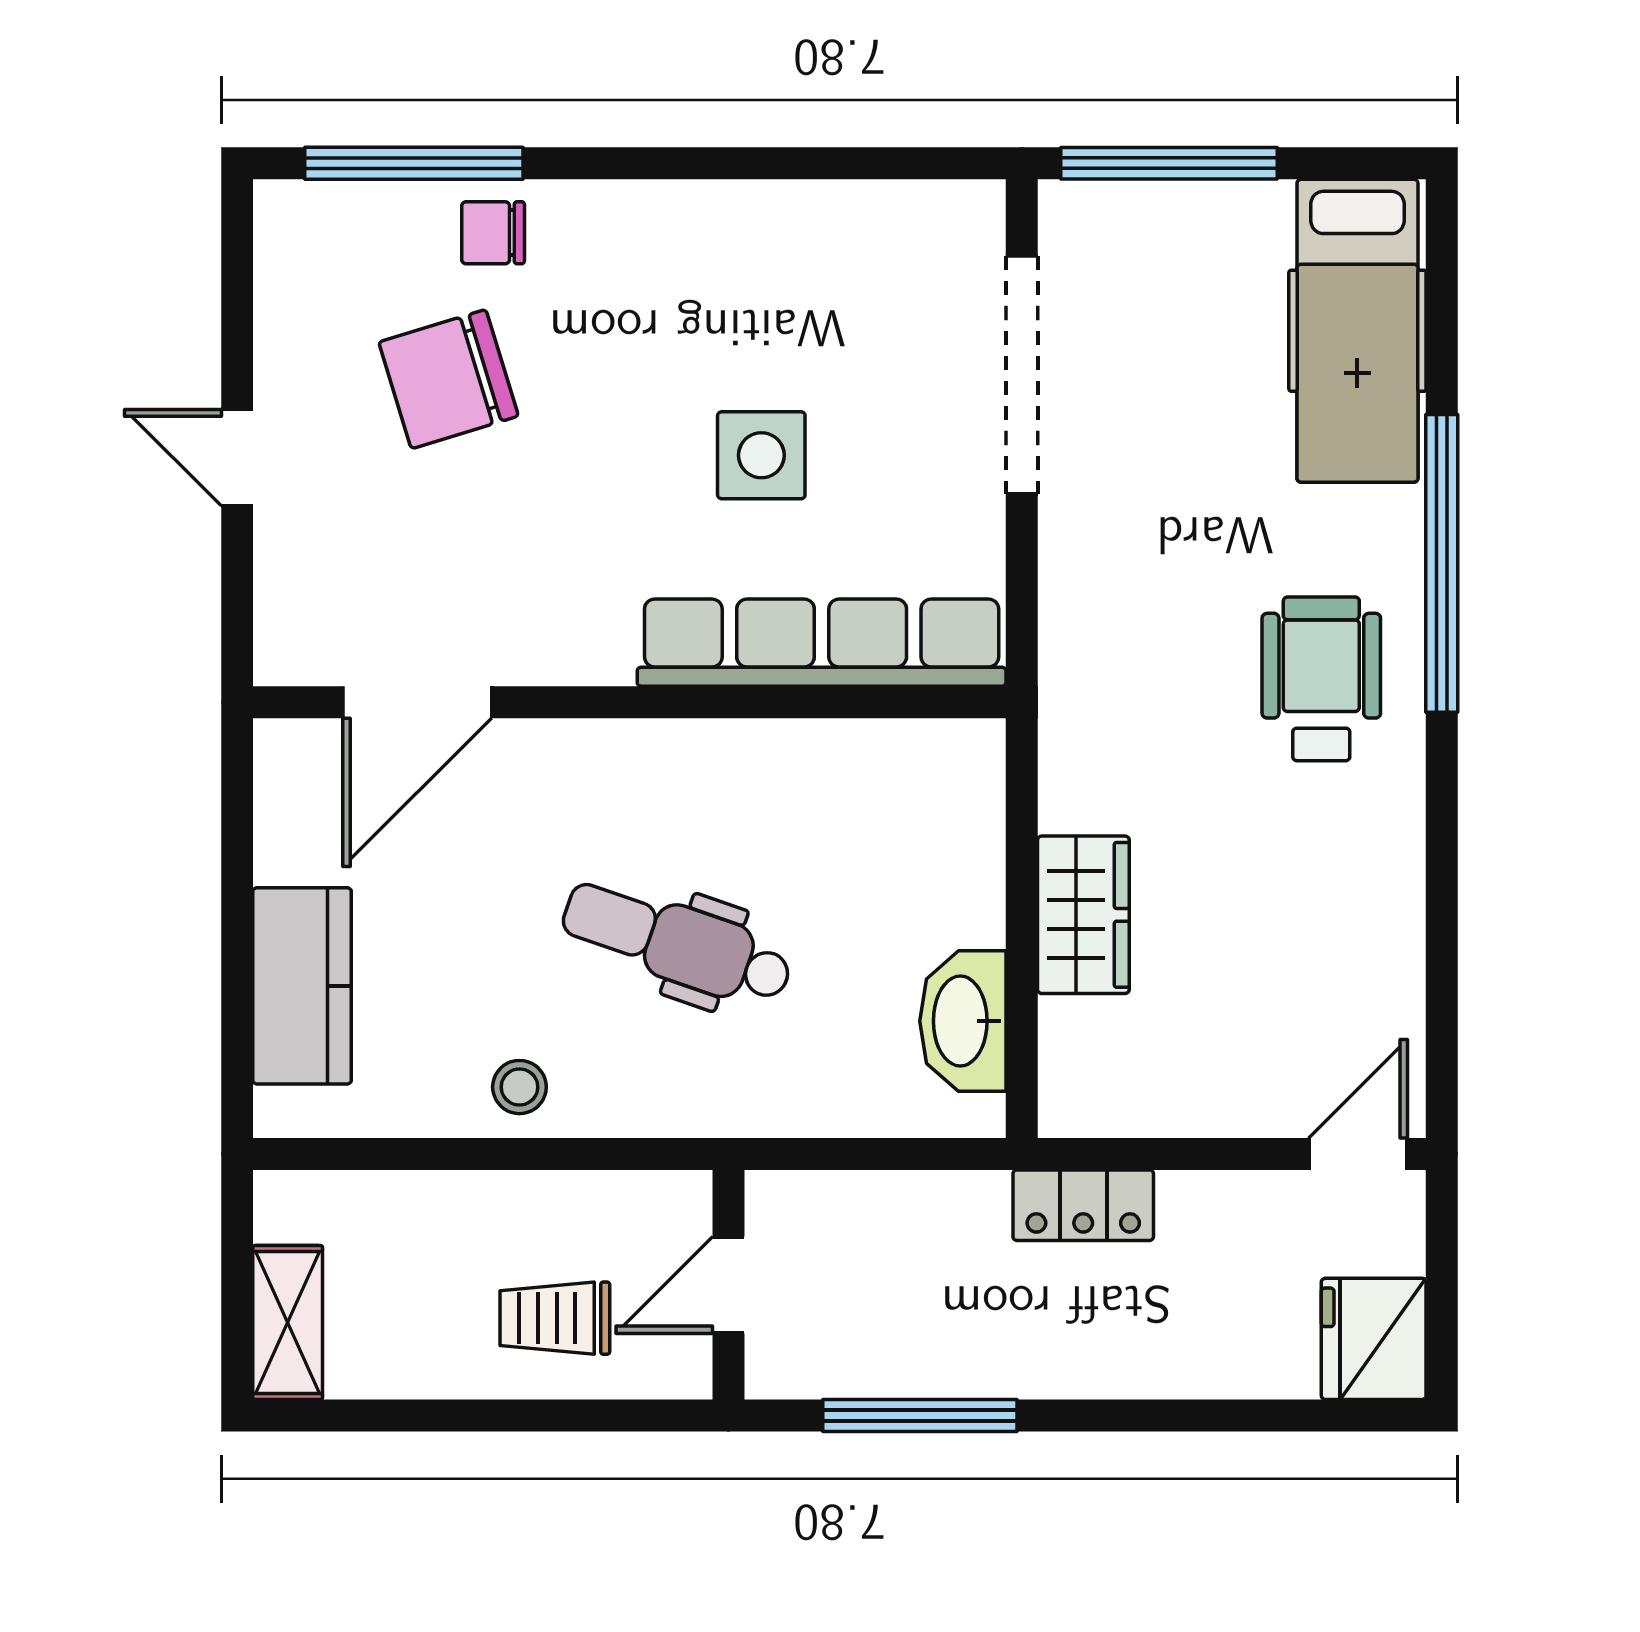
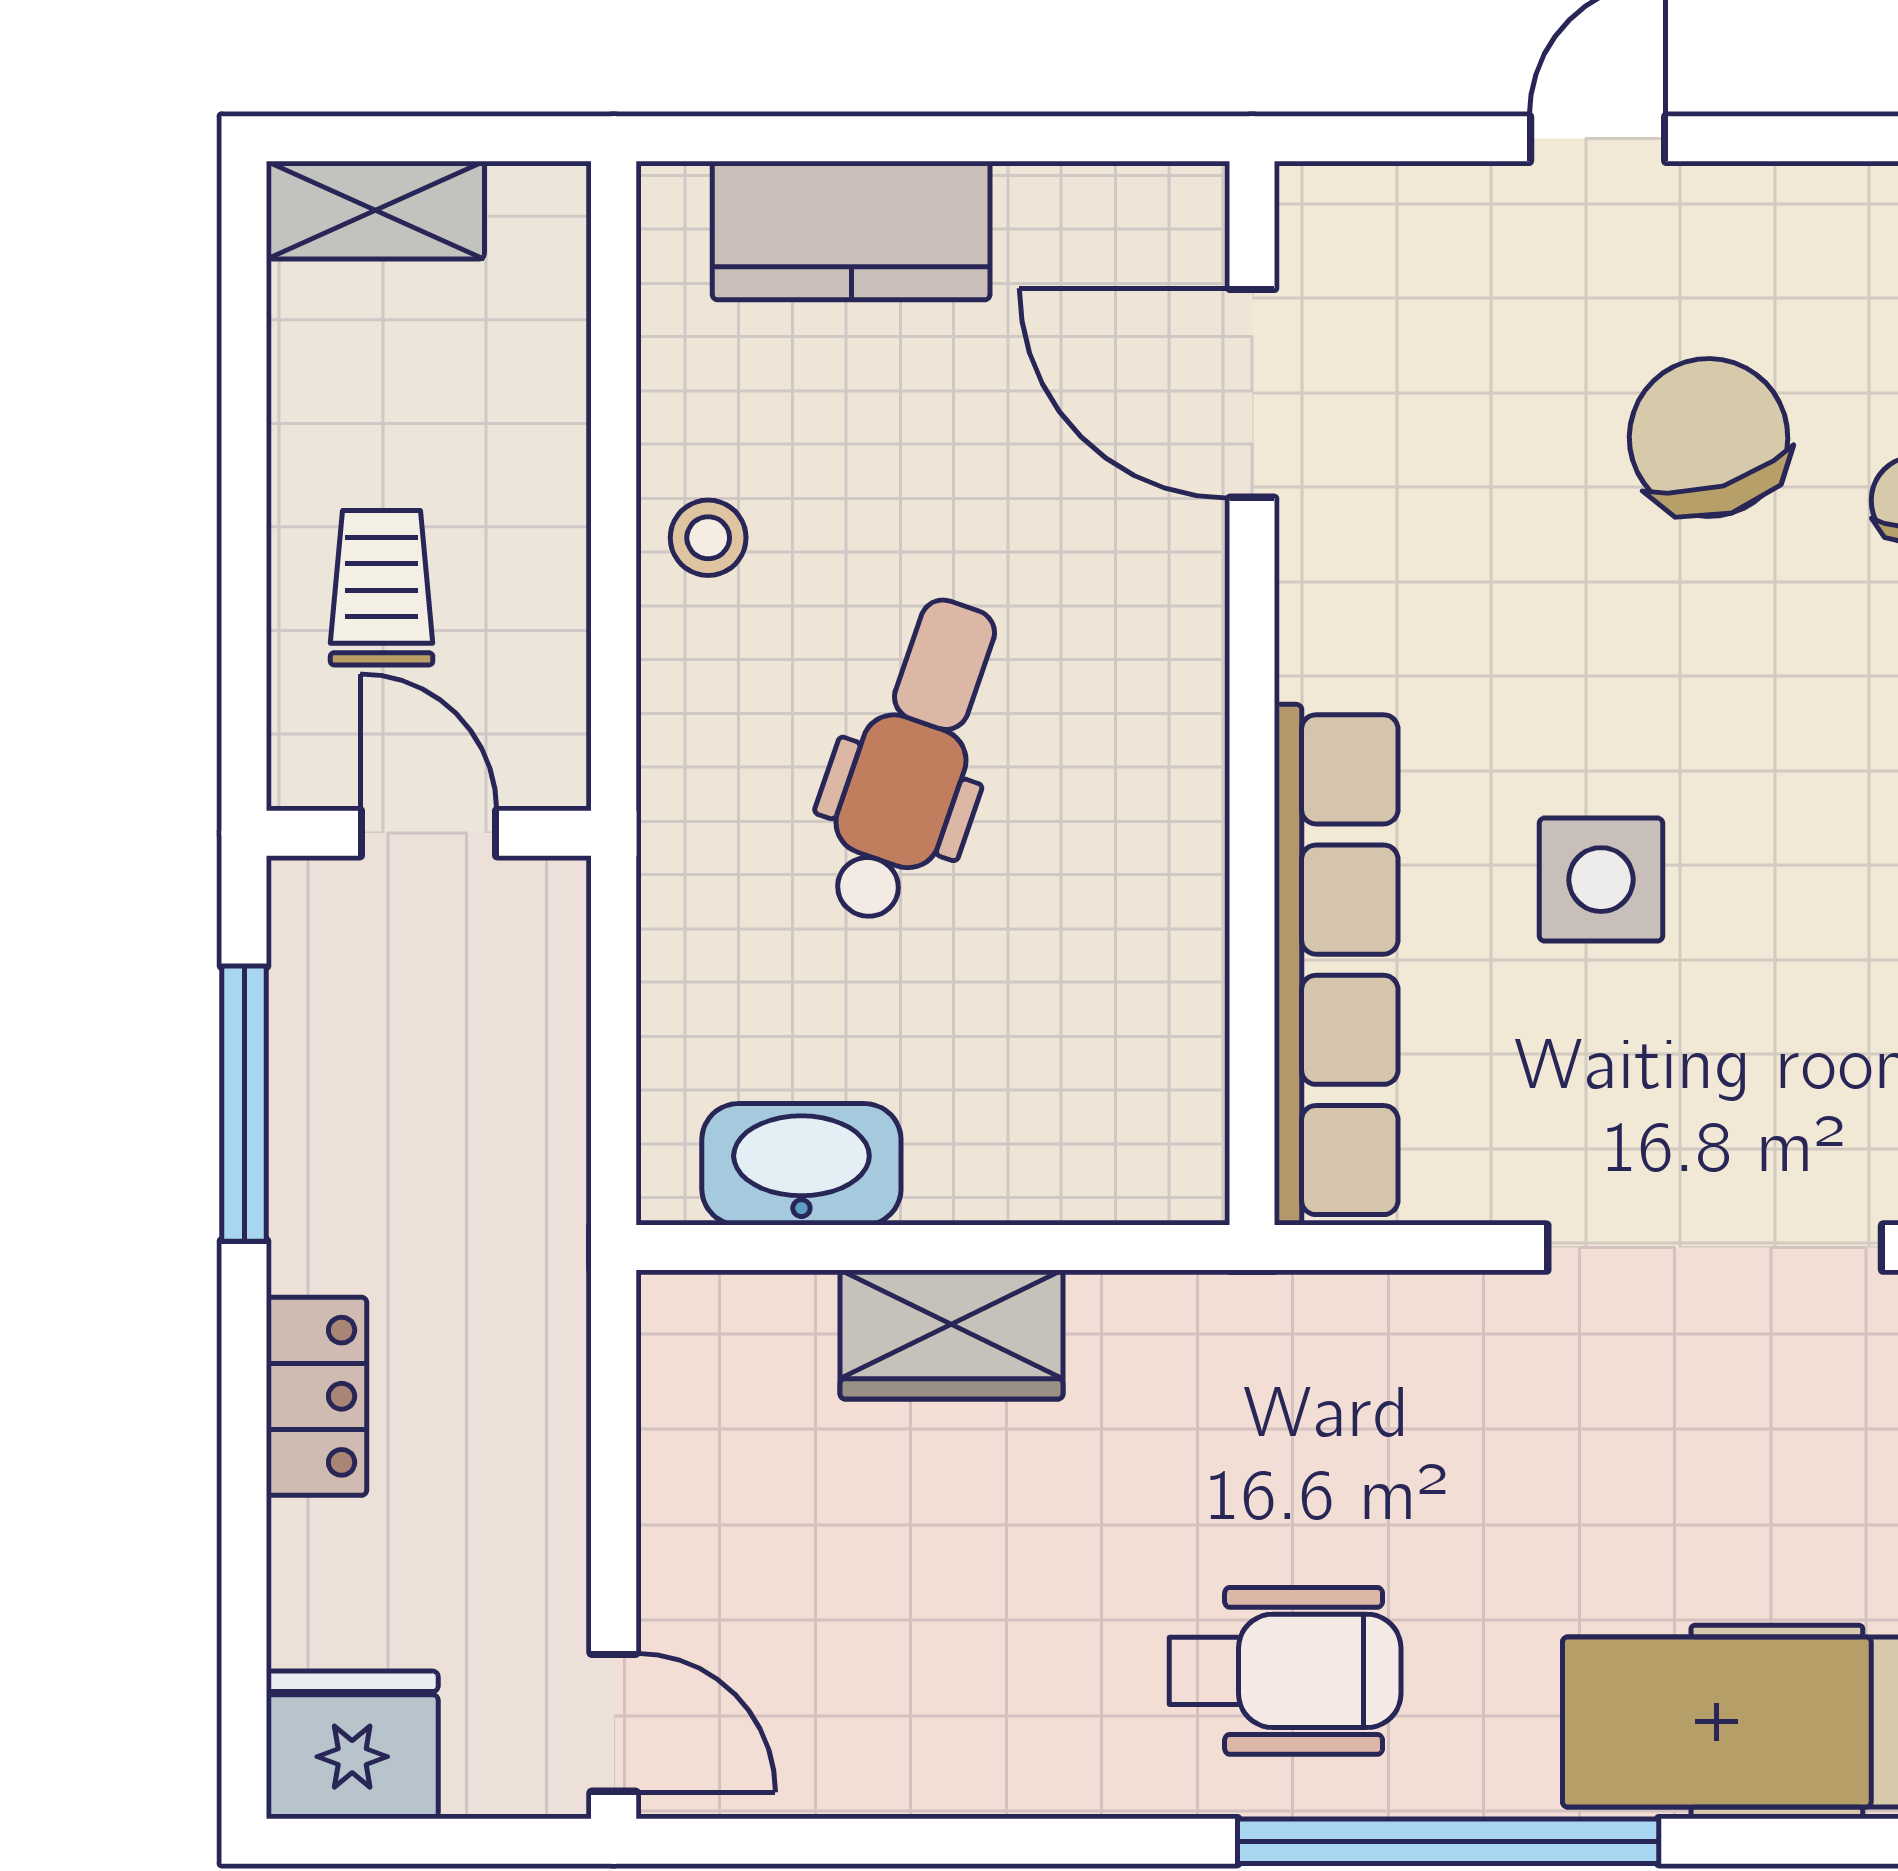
locker: (1083, 1205) -> (317, 1396), moved, turned 180

